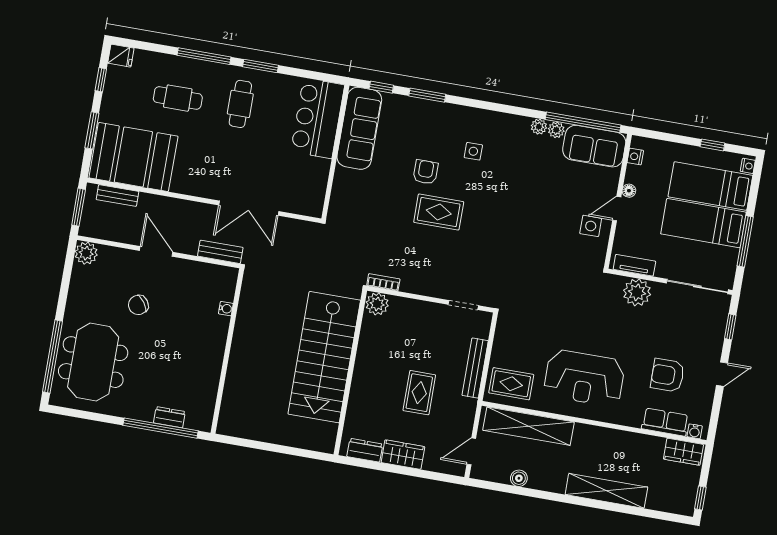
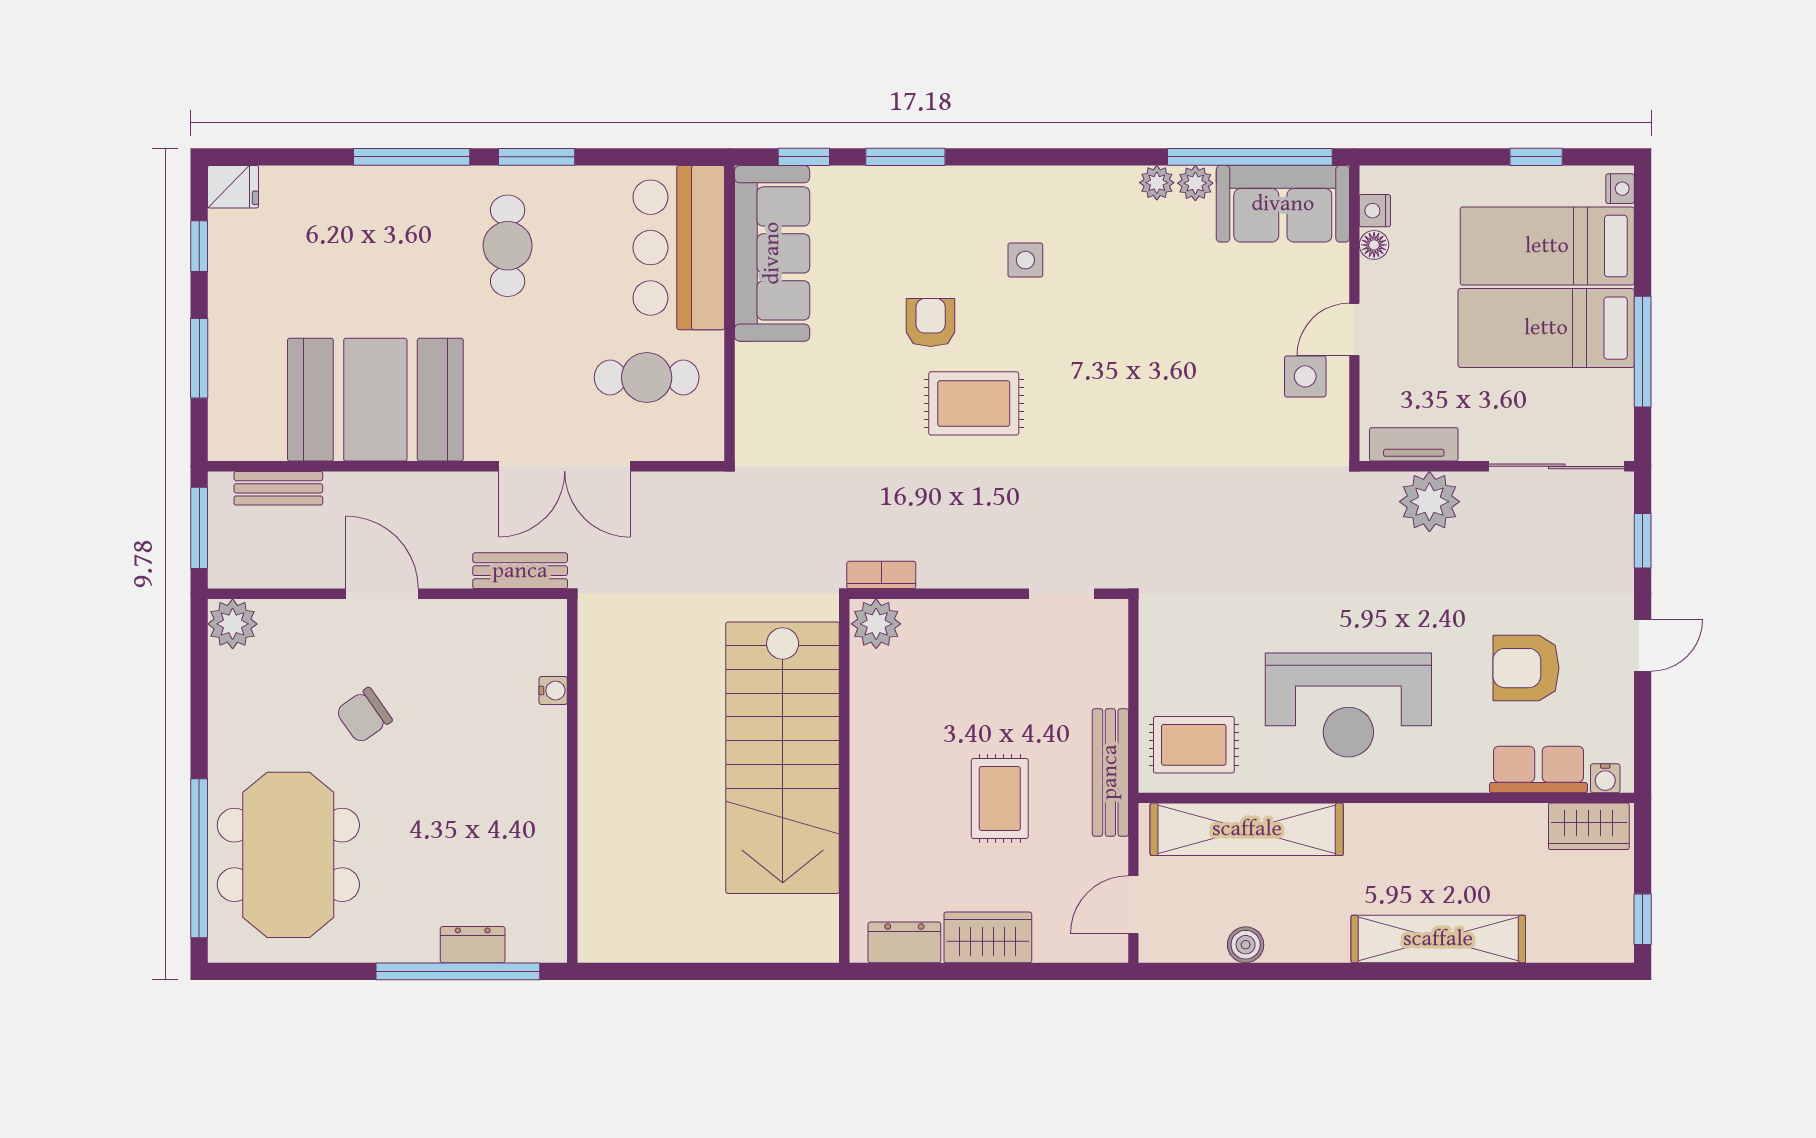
cafe table: (178, 98) -> (647, 377), moved
booth: (133, 157) -> (375, 400), moved
floor lamp: (629, 191) -> (1374, 245), moved
bench: (475, 368) -> (1110, 772), moved

